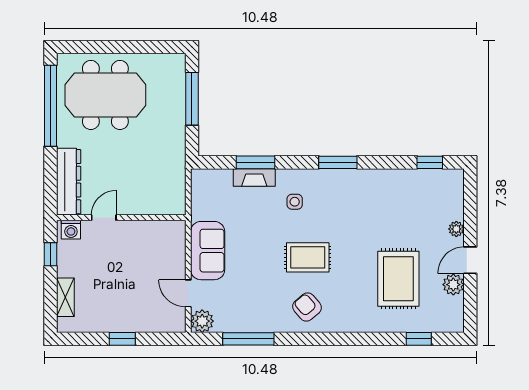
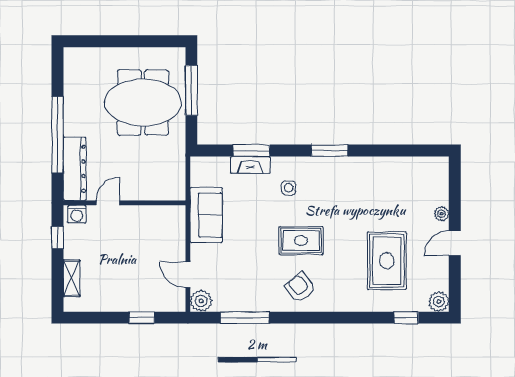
meeting table: (105, 95) -> (143, 102), moved
window: (51, 106) -> (58, 135), moved
window: (430, 162) -> (417, 151), removed
sofa: (208, 251) -> (206, 215), moved
plant: (453, 285) -> (439, 302), moved
window: (122, 339) -> (142, 318), moved

